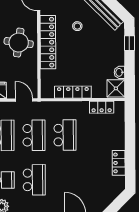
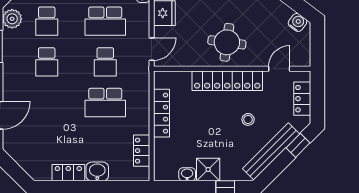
shower: (116, 88) -> (208, 169), moved
school desk: (34, 135) -> (105, 62), width x0.54
washbasin: (118, 141) -> (97, 171), added
school desk: (34, 180) -> (47, 62), width x0.54

